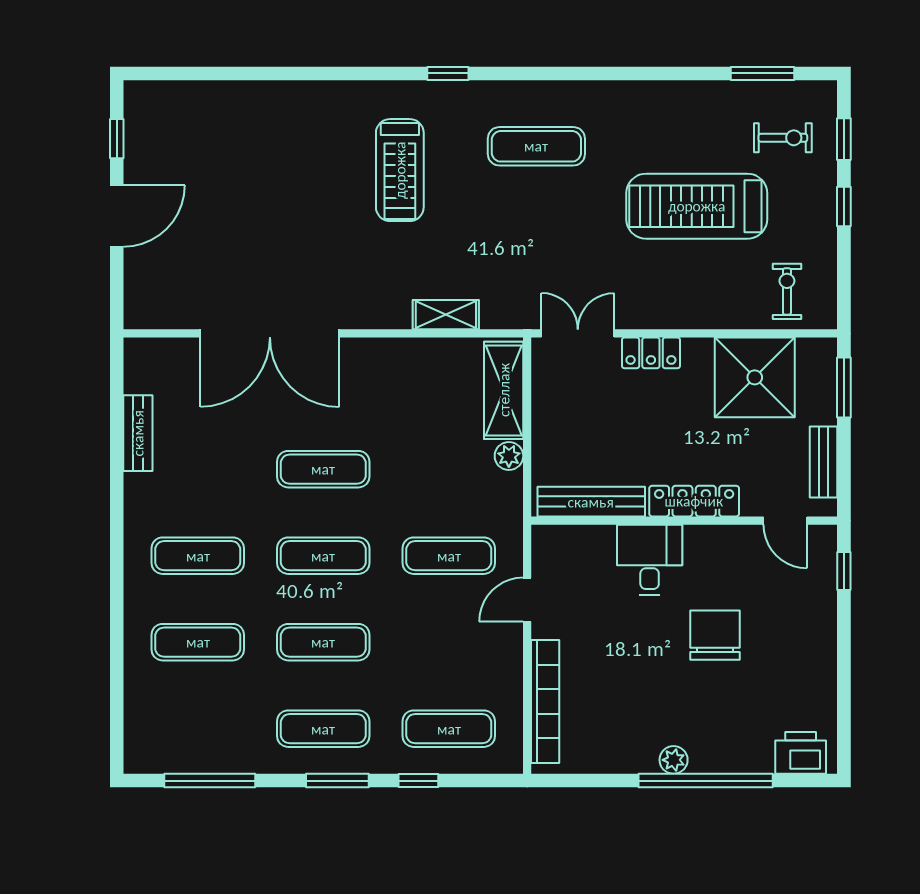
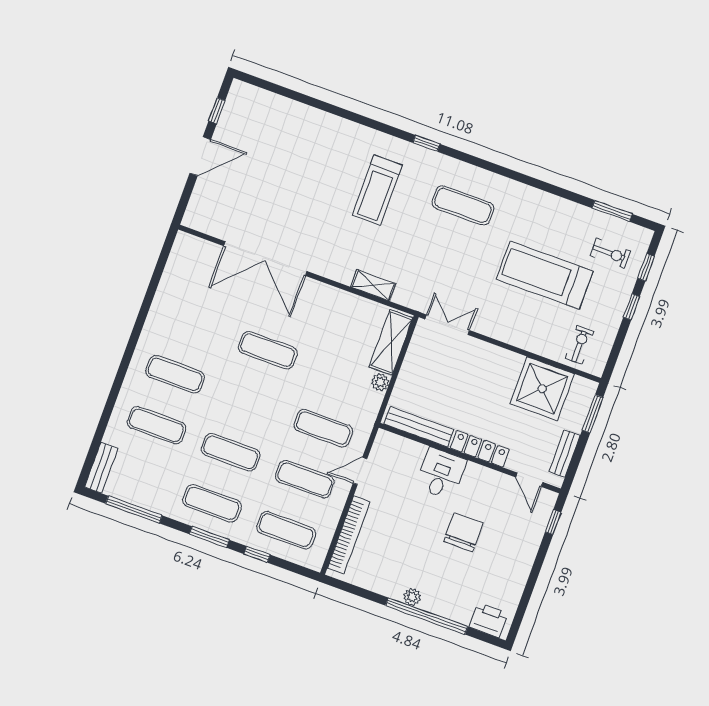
locker: (651, 353) -> (486, 352), removed
bench: (138, 433) -> (101, 468), moved
exercise mat: (323, 556) -> (305, 479), moved

